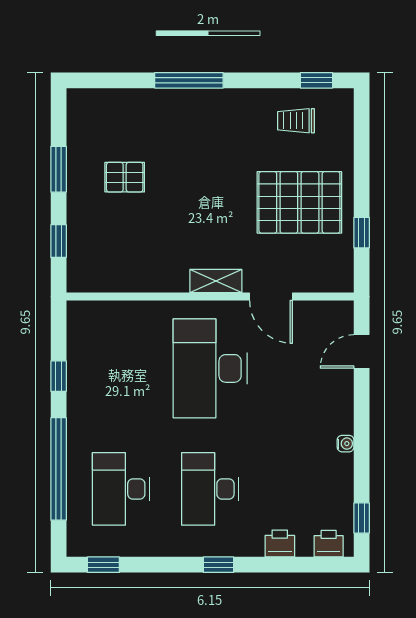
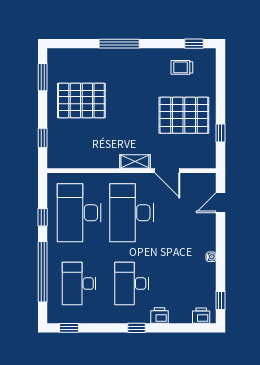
window: (59, 169) -> (43, 77), moved
pallet: (125, 177) -> (81, 100), width x2.05, depth x2.00
desk: (121, 368) -> (79, 213), added
printer: (280, 543) -> (160, 315), moved

